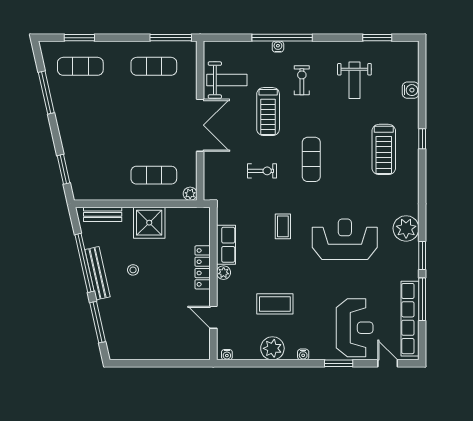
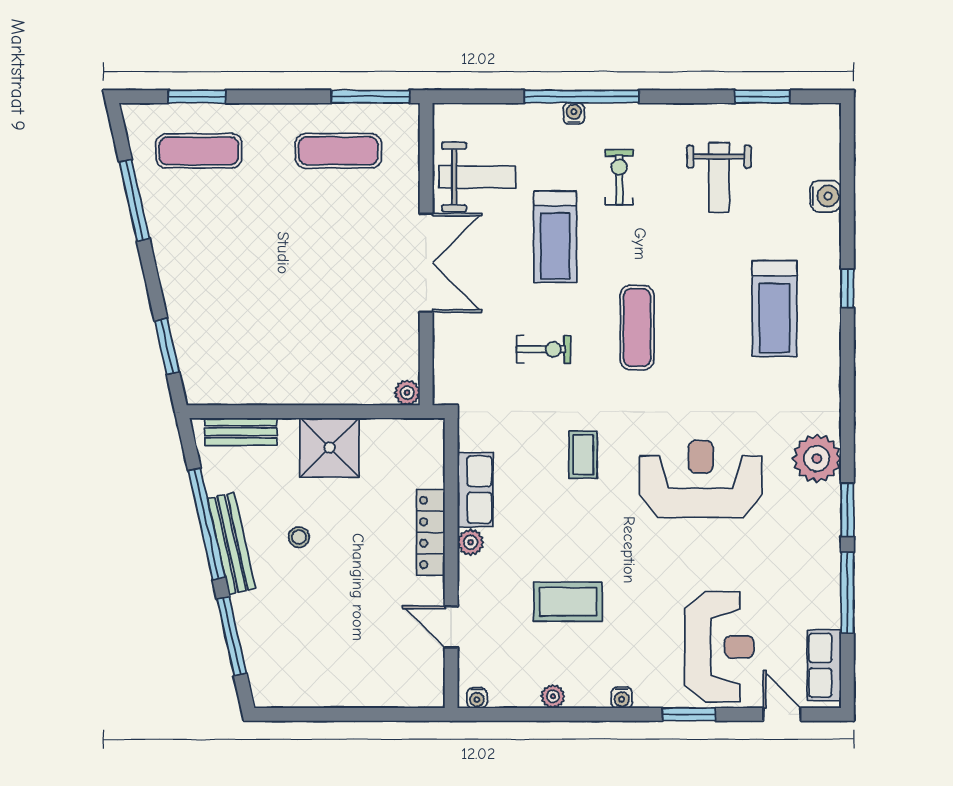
exercise mat: (154, 175) -> (338, 357), removed
row of seats: (410, 319) -> (824, 665), width x0.50
plant: (272, 348) -> (553, 696), width x0.53, depth x0.53

